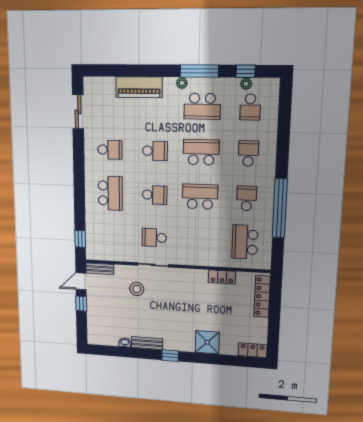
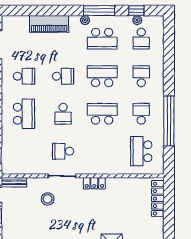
school desk: (155, 195) -> (63, 114), turned 90
locker: (222, 277) -> (94, 183), moved

